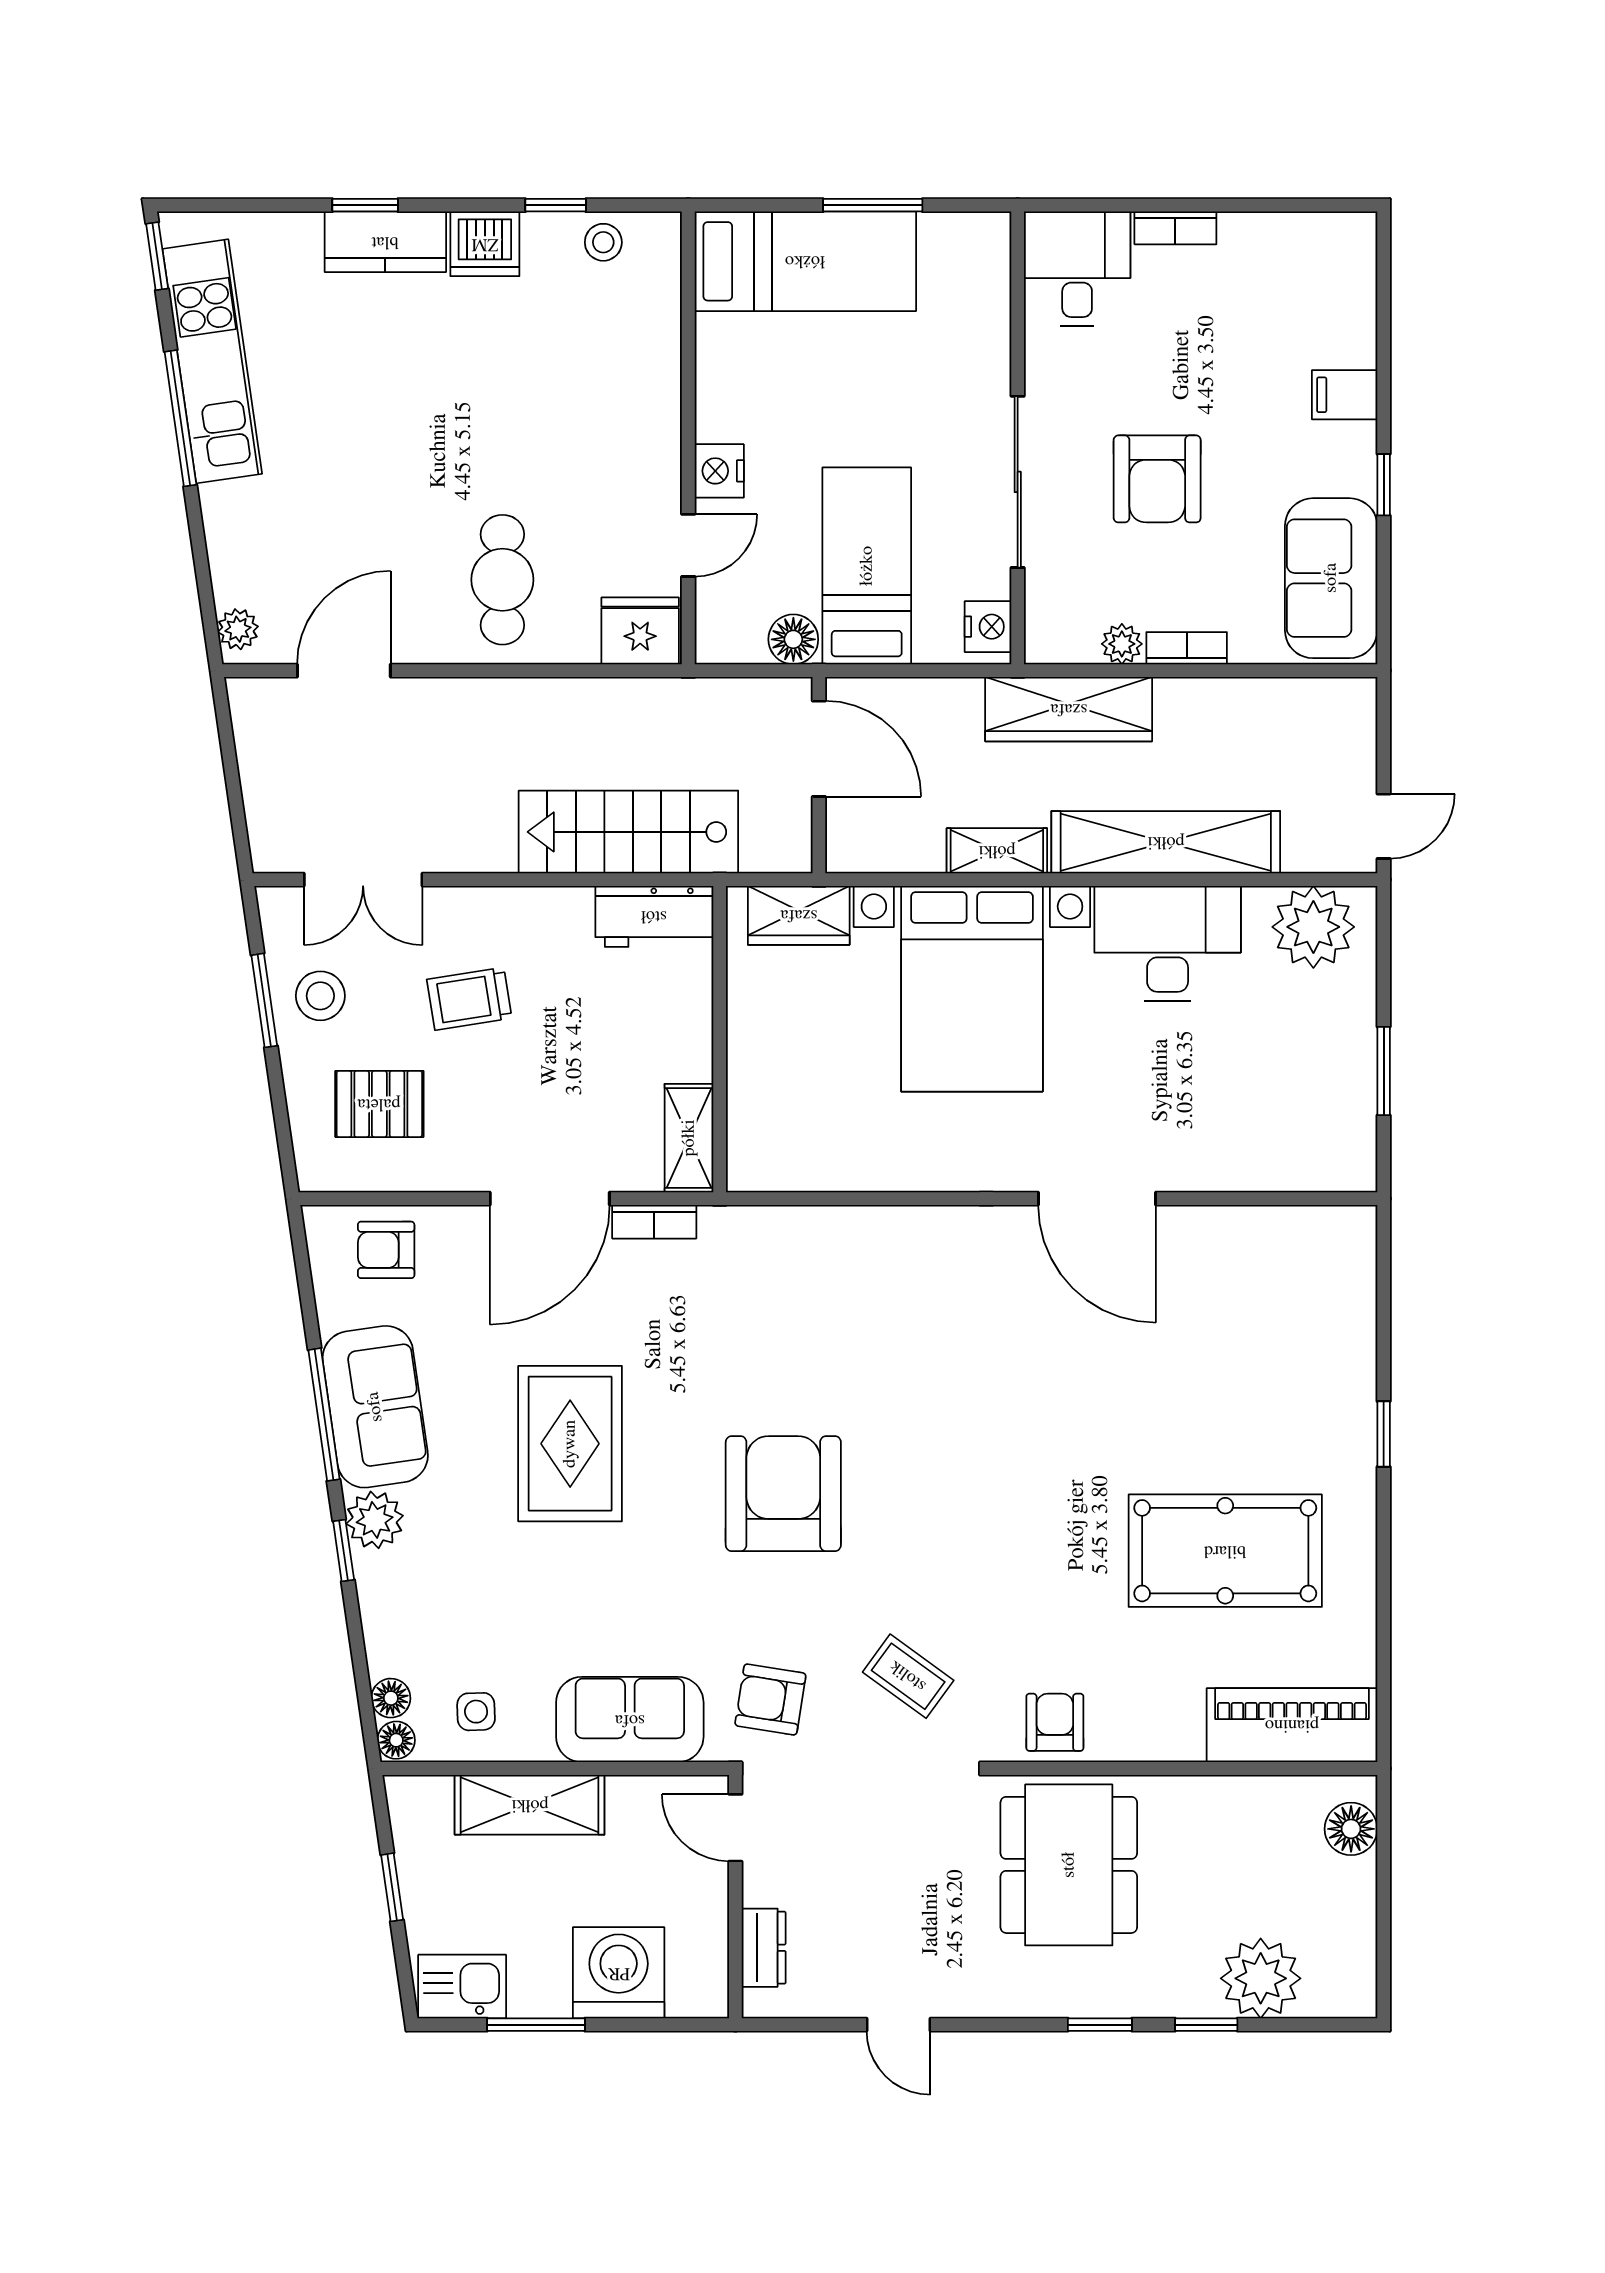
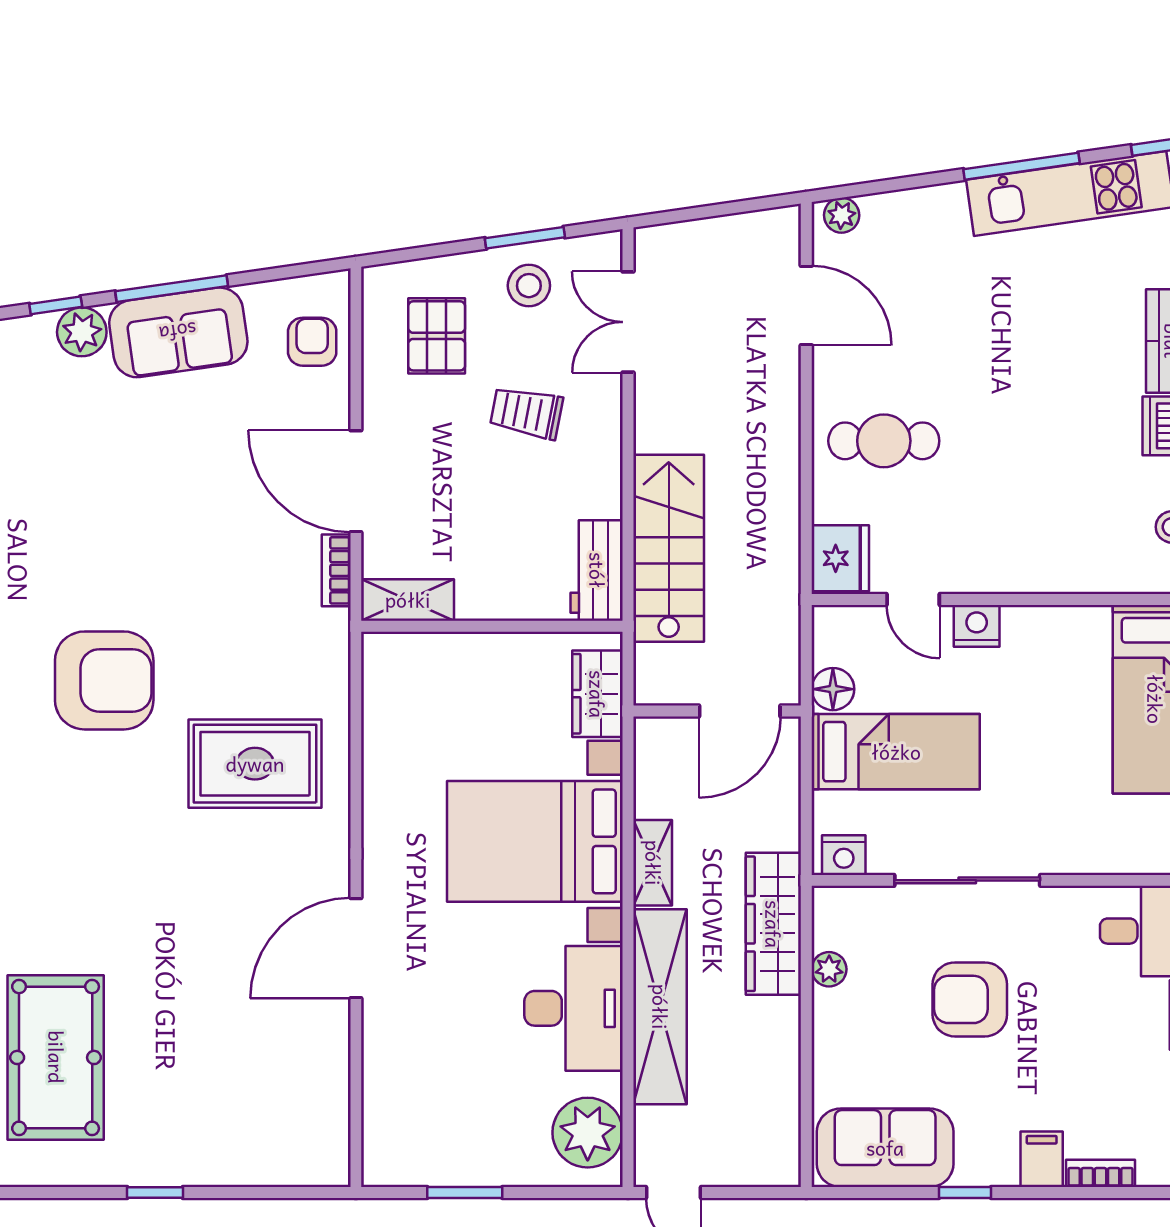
bookcase: (1187, 648) -> (1100, 1173), moved, turned -90
trolley: (469, 999) -> (526, 413), turned -70
rug: (570, 1444) -> (255, 764), moved

